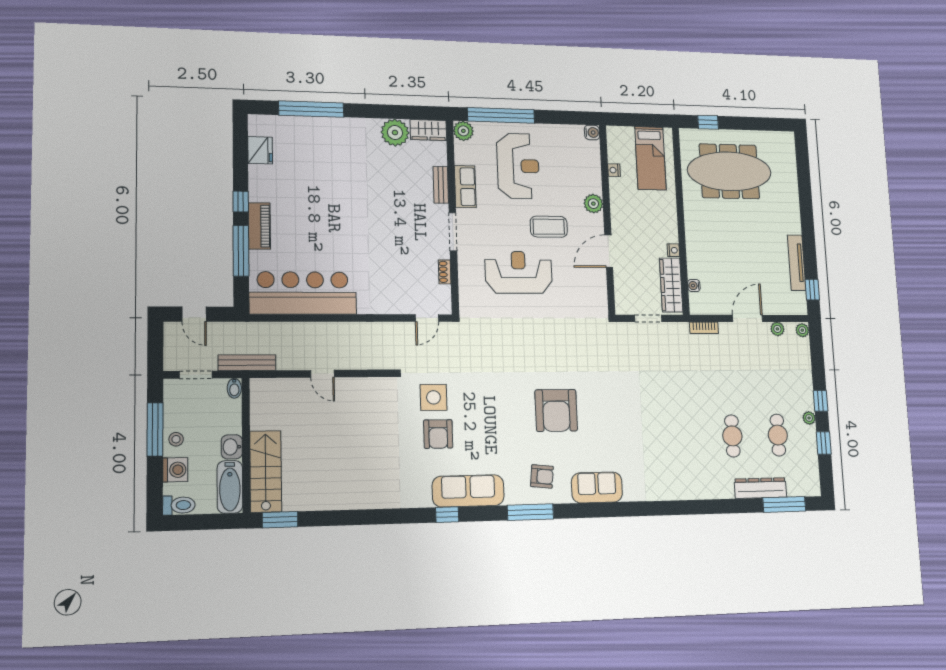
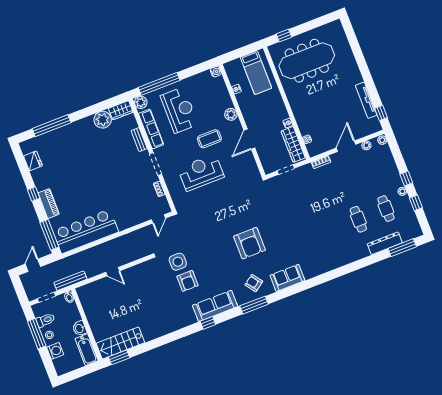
row of seats: (465, 187) -> (151, 129), width x1.48
window: (241, 251) -> (49, 235), moved
door: (194, 314) -> (33, 265), swing flipped
stairs: (266, 471) -> (121, 343), moved, turned -90
armchair: (542, 476) -> (254, 283), turned -132
toilet: (179, 505) -> (45, 320), moved

